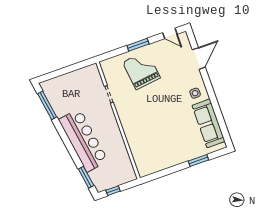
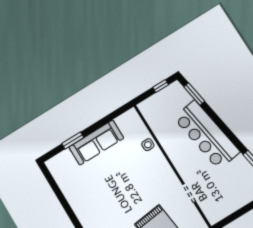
side table: (195, 93) -> (148, 145), moved
sofa: (209, 123) -> (96, 143), moved, turned 90

